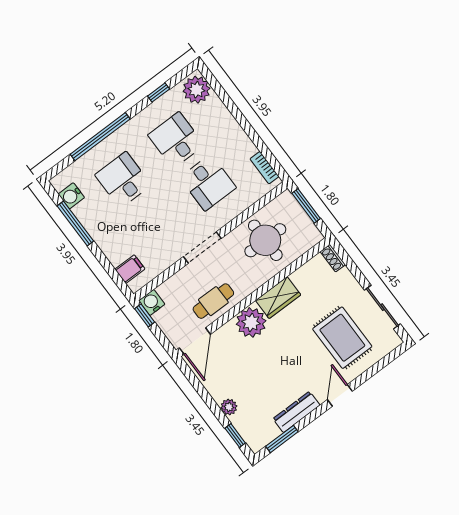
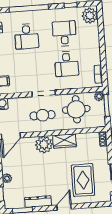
desk: (123, 180) -> (27, 36), turned 180
plant: (286, 200) -> (99, 96), added
cafe table: (213, 301) -> (43, 115), moved

